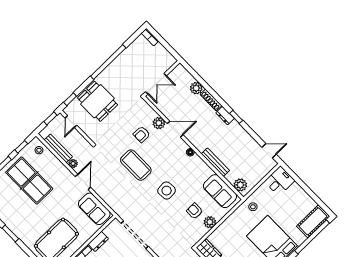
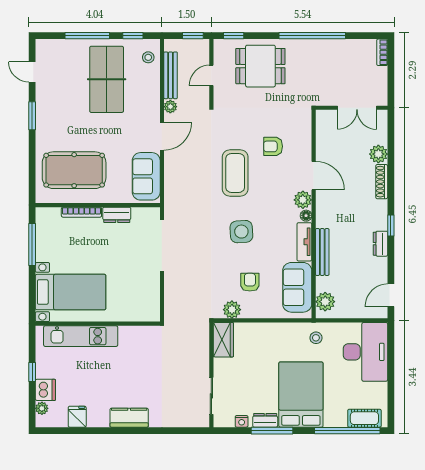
double door: (156, 84) -> (357, 108), moved
dining table: (97, 101) -> (260, 66), turned 90
dresser: (225, 116) -> (380, 244), moved
door: (71, 122) -> (211, 75), moved
plant: (159, 123) -> (303, 200), moved
door: (269, 151) -> (391, 295), swing flipped
tv unit: (202, 166) -> (304, 242), added
desk: (280, 181) -> (365, 352), width x1.87, depth x1.30
cot: (313, 221) -> (364, 418), width x0.73, depth x0.75
plant: (210, 222) -> (232, 310), moved

